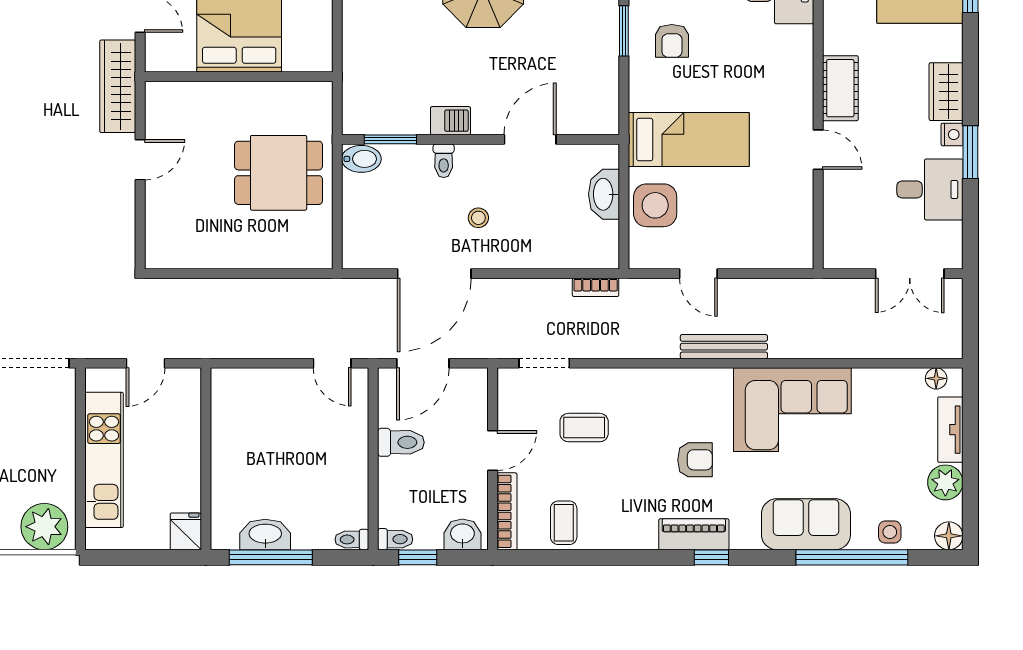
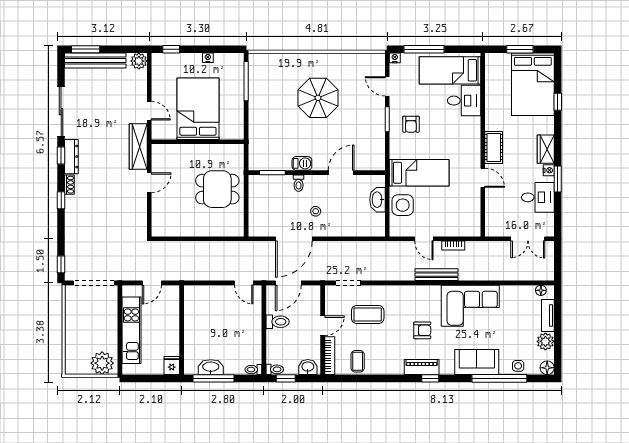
bidet: (361, 159) -> (258, 182), removed
bookcase: (596, 287) -> (453, 246), moved
coffee table: (584, 428) -> (368, 314), width x1.36, depth x1.30

